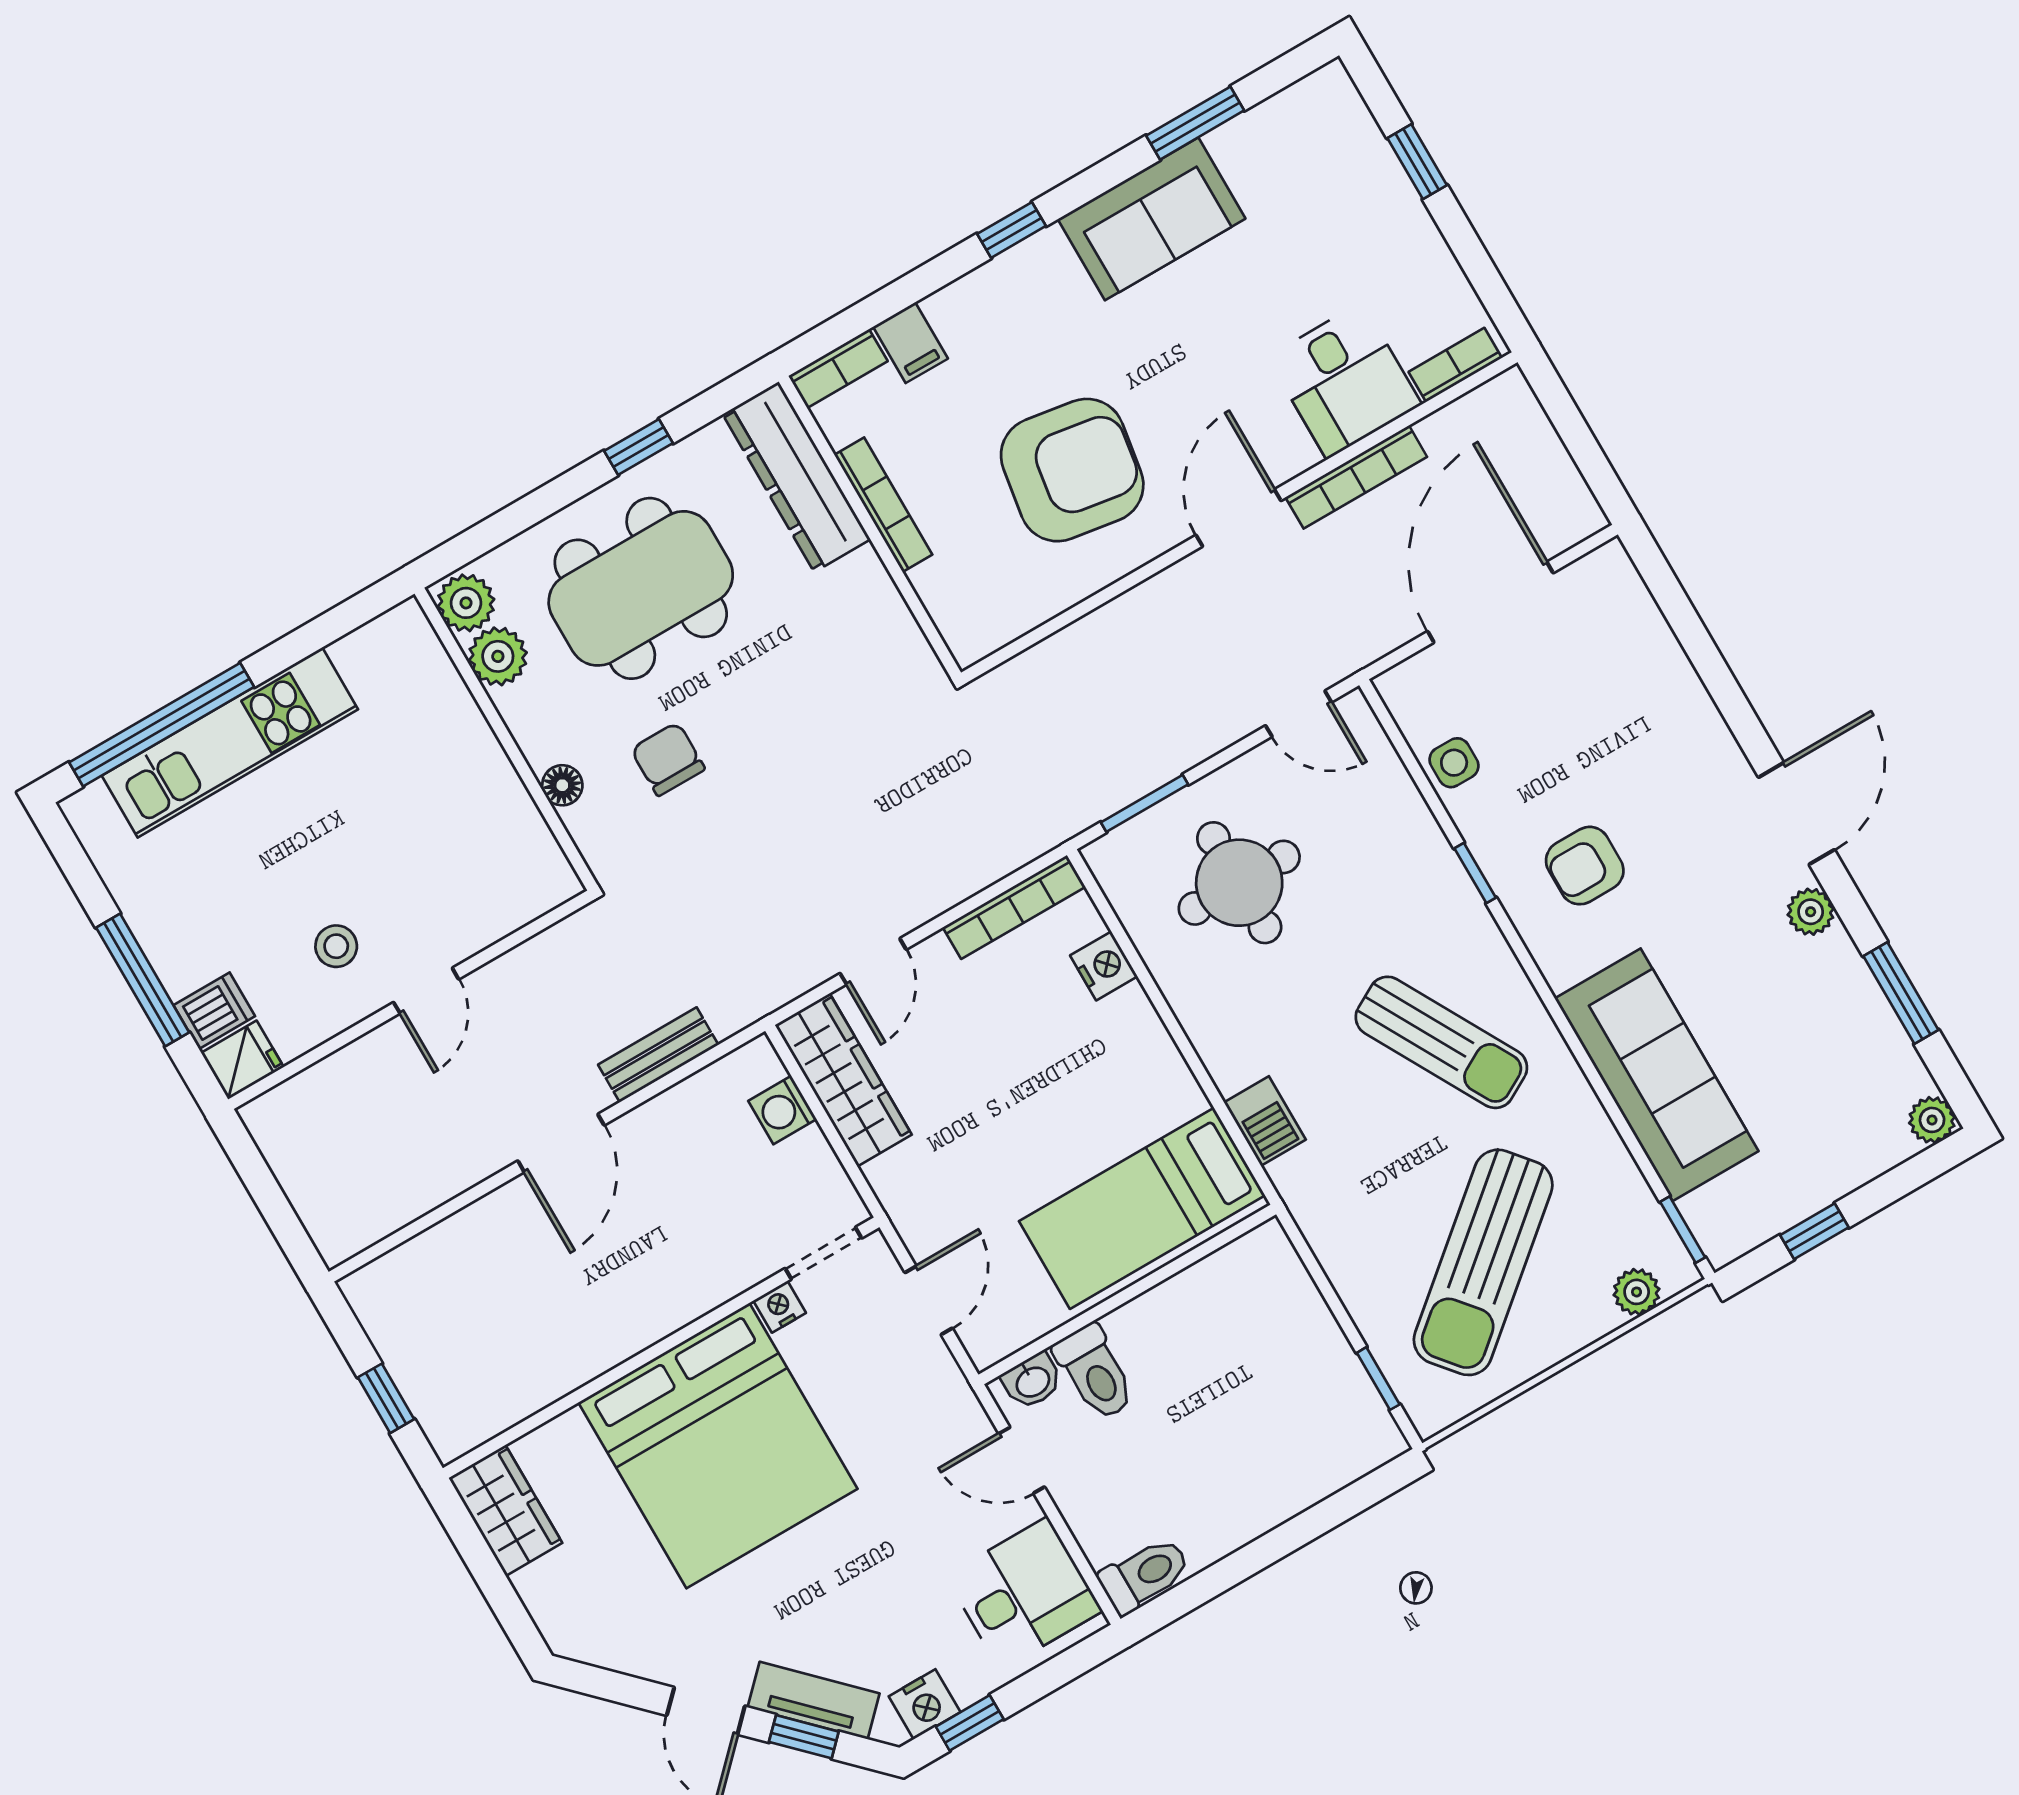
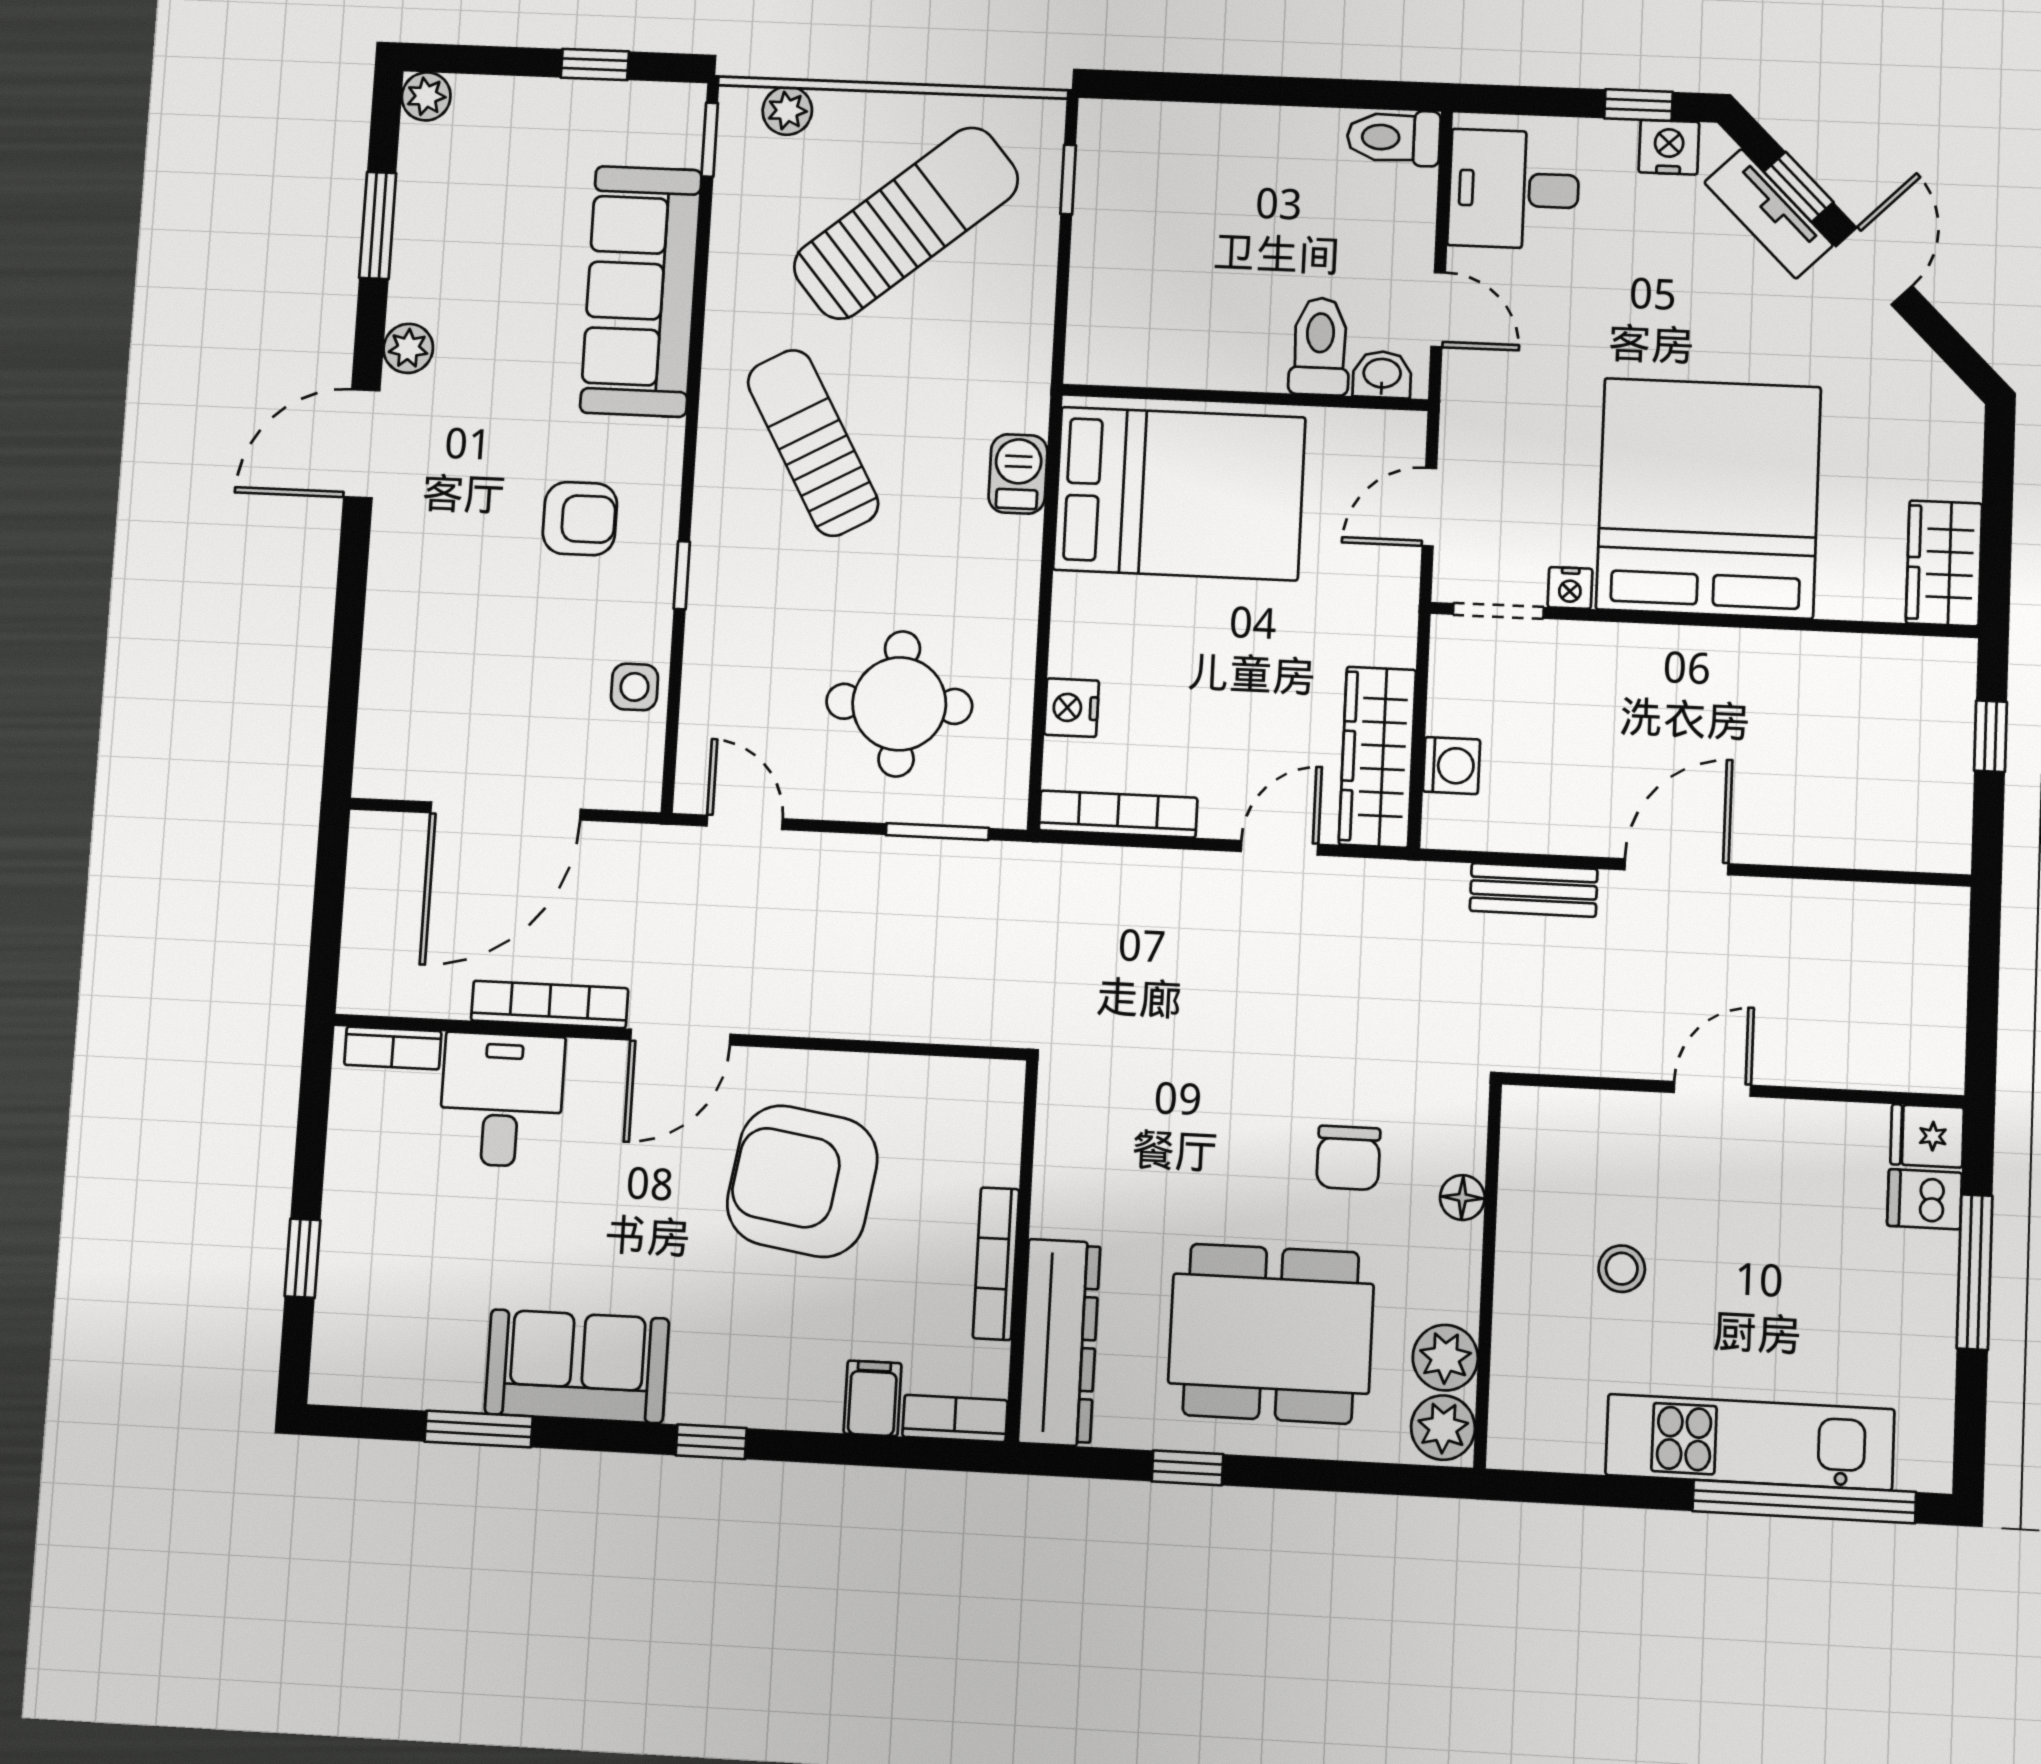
stool: (336, 946) -> (1622, 1269), moved
bed: (1142, 1208) -> (1179, 494), width x1.50

